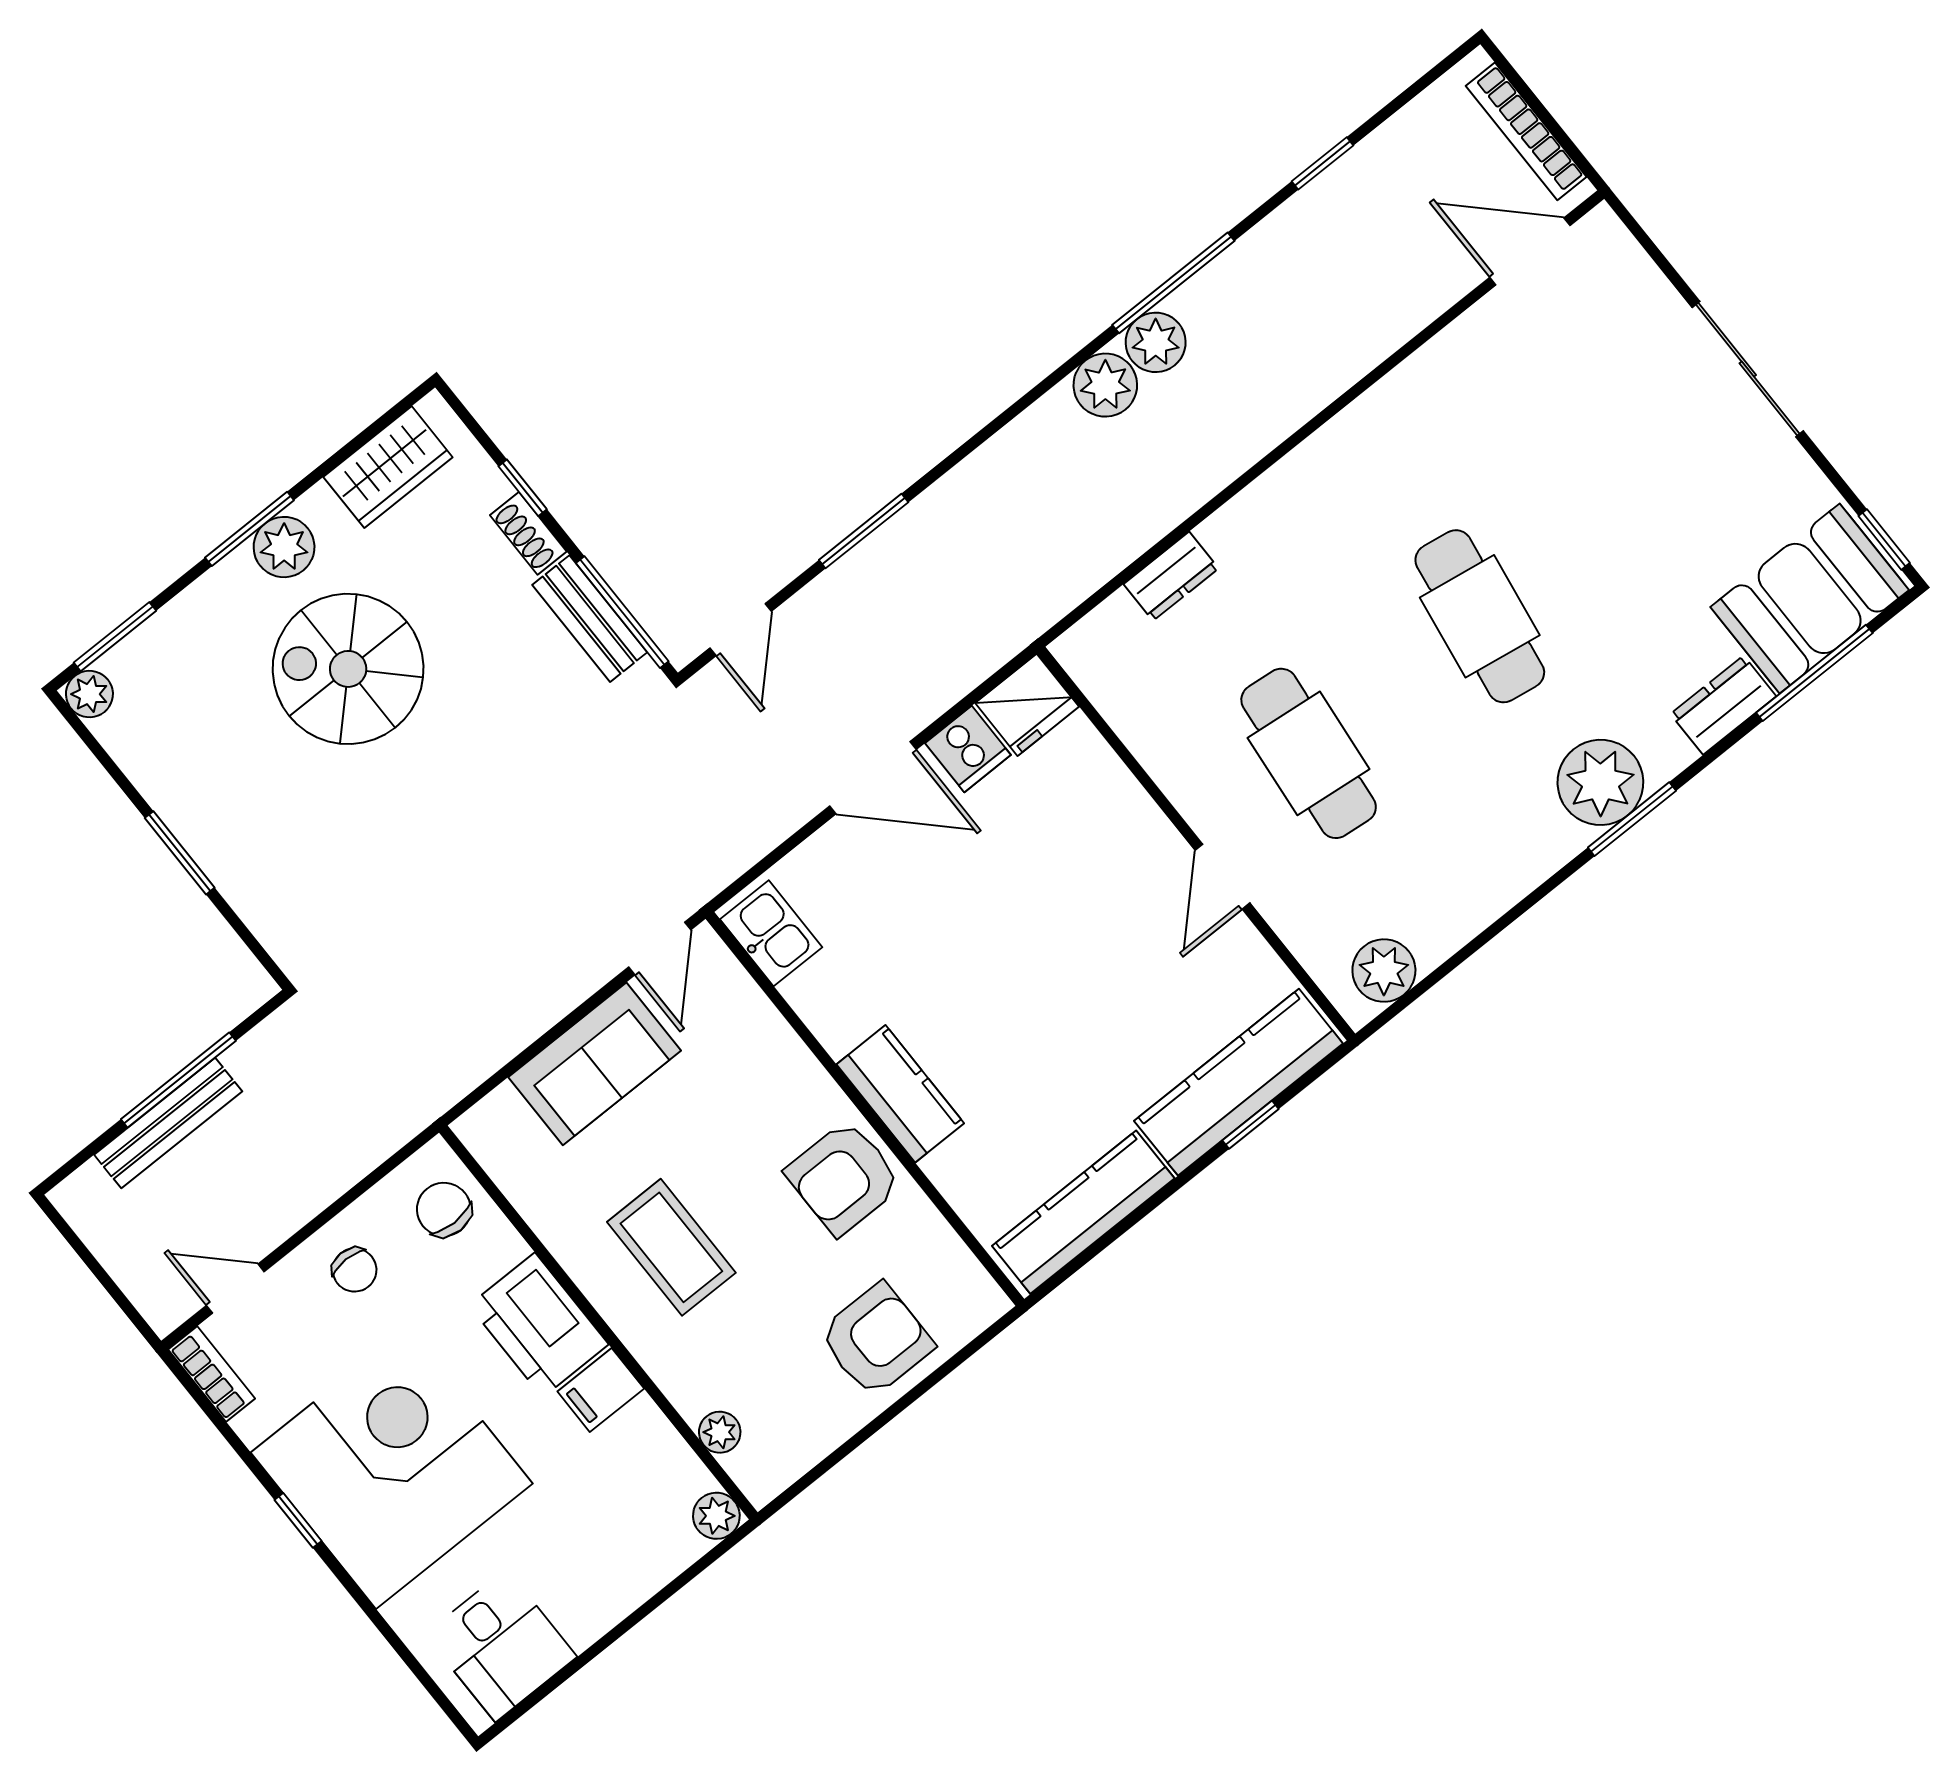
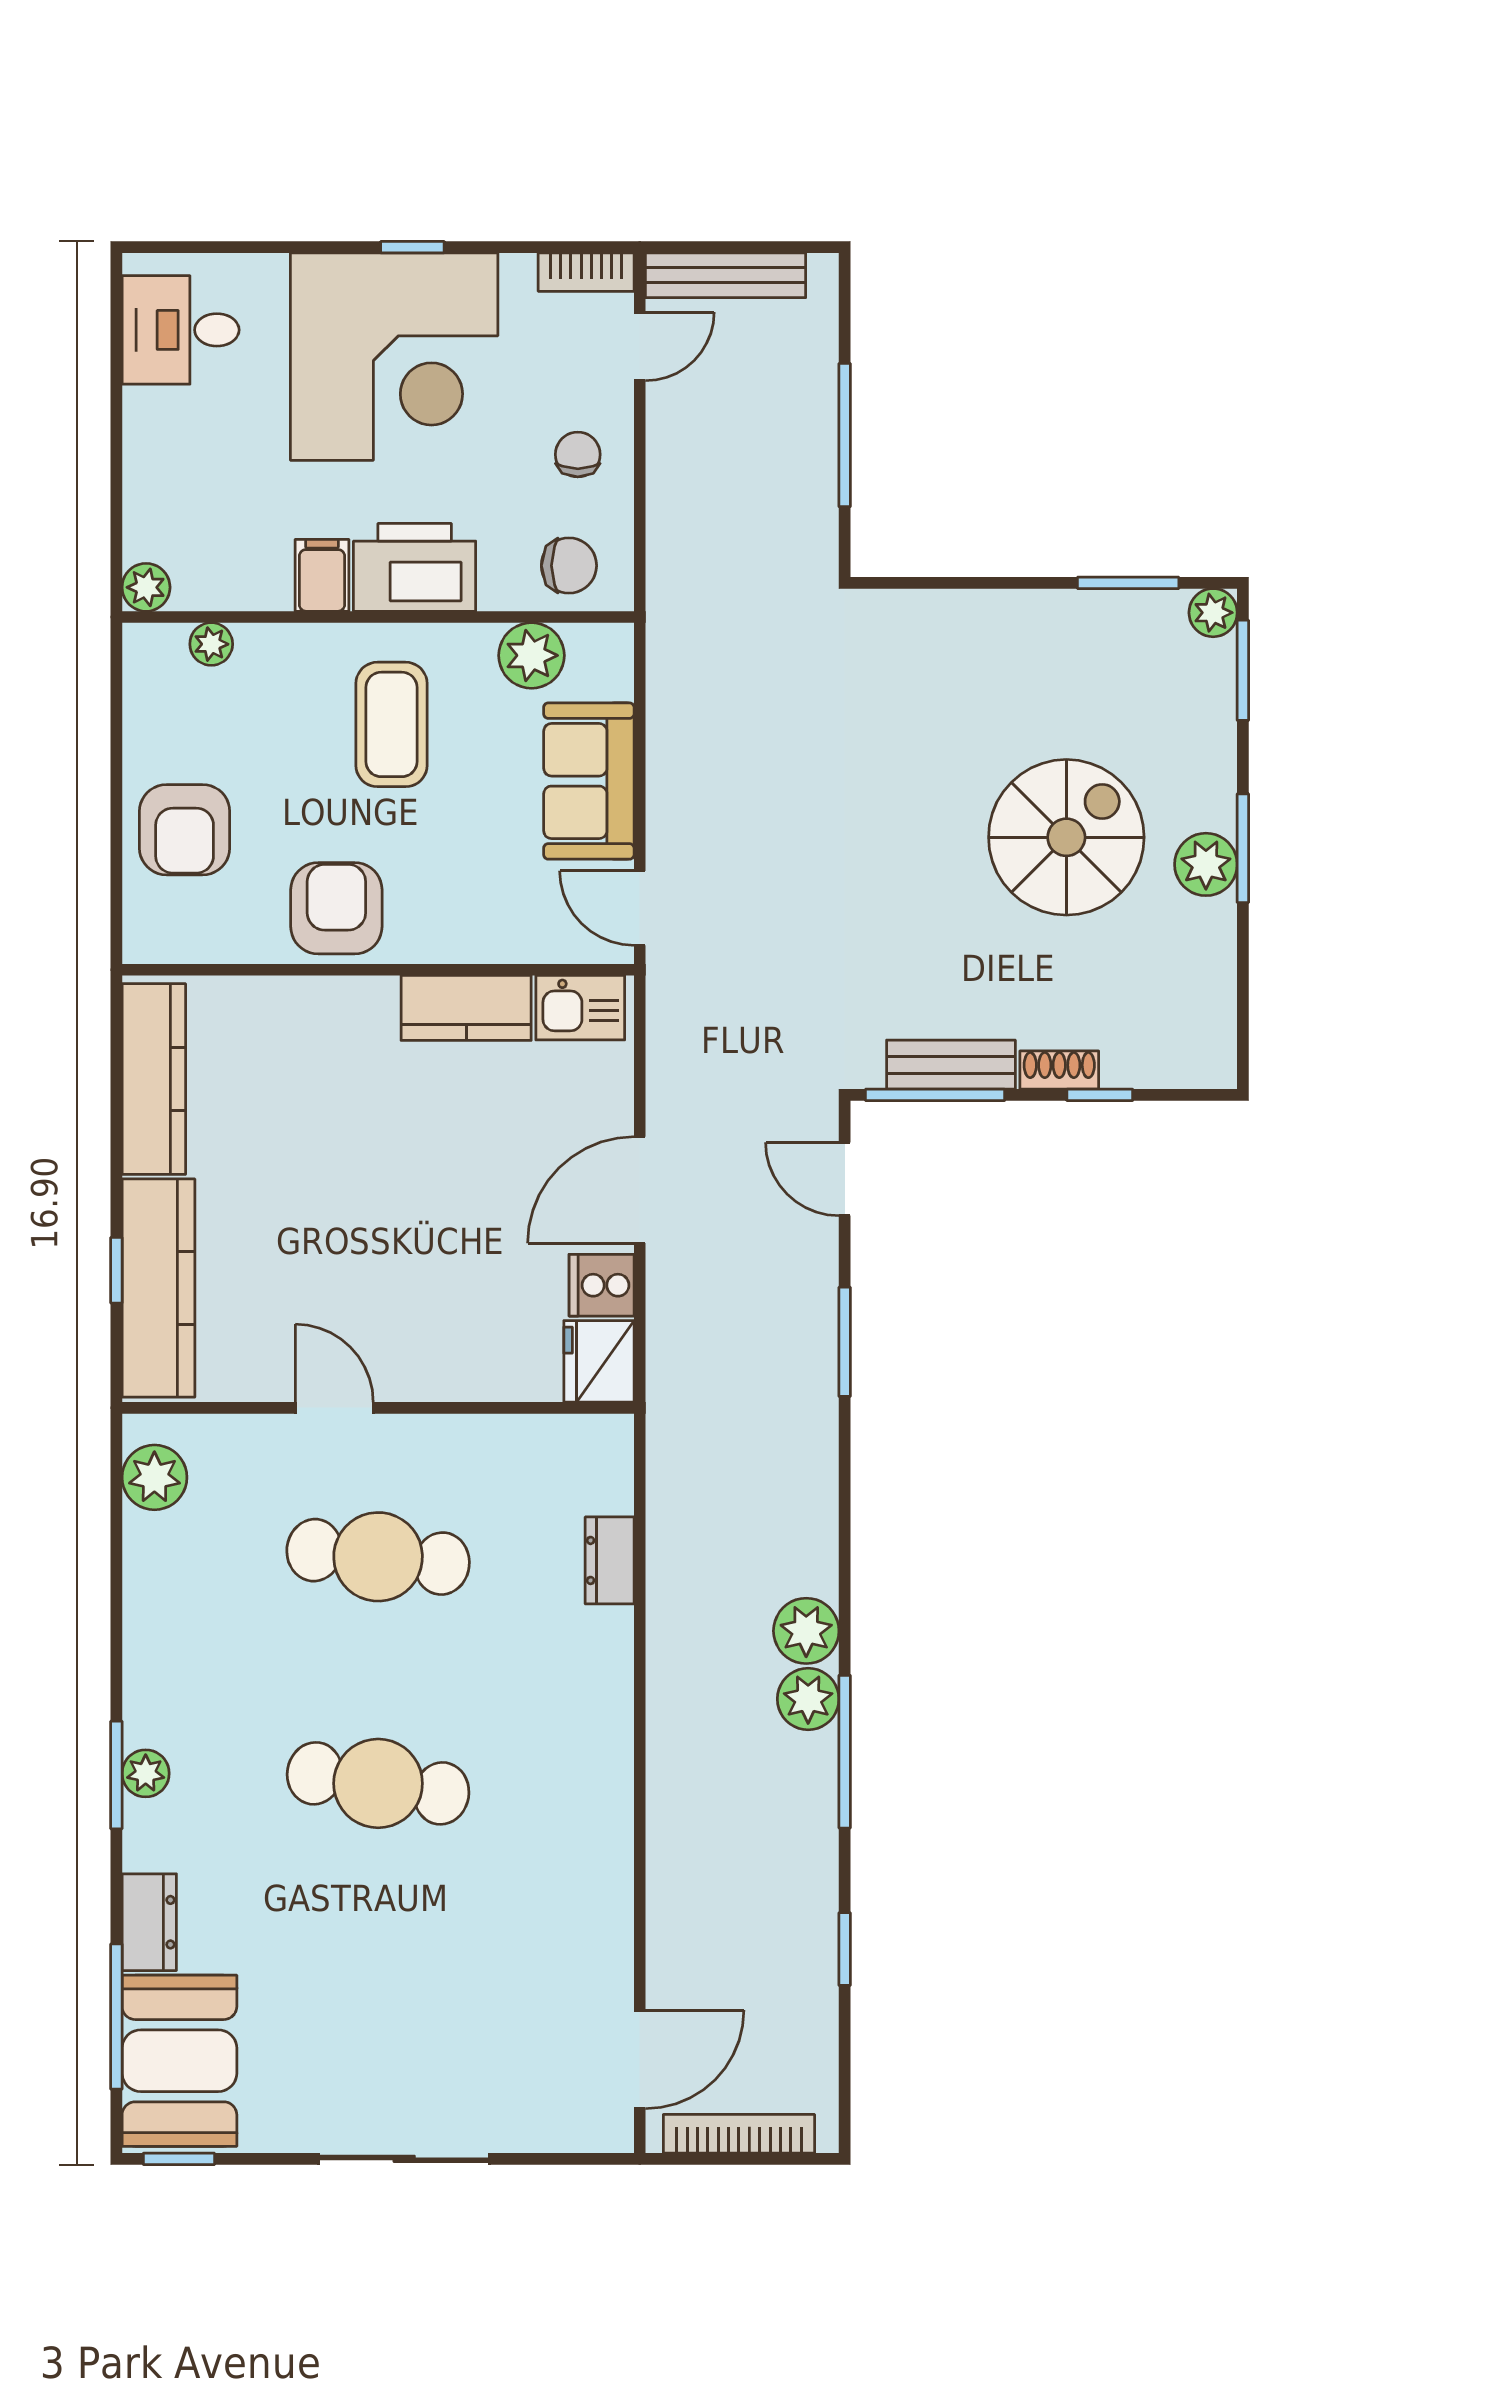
wardrobe: (388, 467) -> (1203, 1000), removed
plant: (1600, 782) -> (146, 1773), width x0.53, depth x0.53
window: (180, 853) -> (1128, 583), moved
kitchen counter: (900, 1094) -> (466, 1008), moved
bench: (168, 1123) -> (726, 275), moved, turned 90
plant: (534, 1183) -> (532, 655), added
coffee table: (671, 1247) -> (392, 724), turned 90
chair: (355, 1270) -> (578, 454), turned 90

